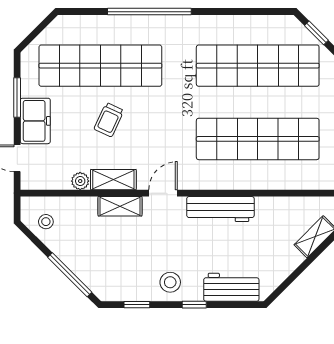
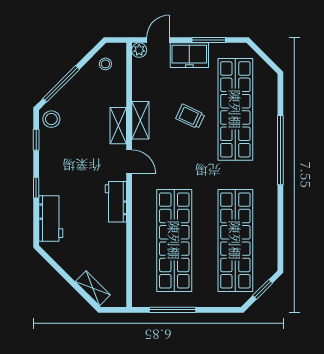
plant: (80, 181) -> (139, 50), moved
workbench: (220, 209) -> (116, 202), width x0.73
stool: (170, 282) -> (51, 119), moved

